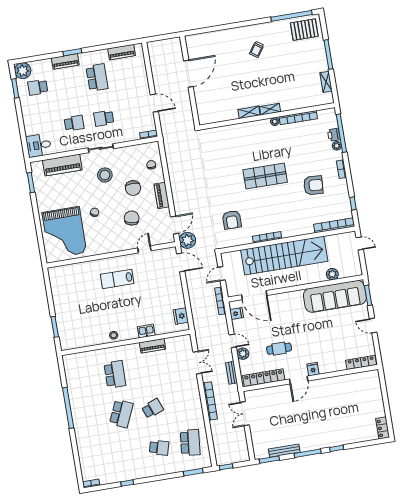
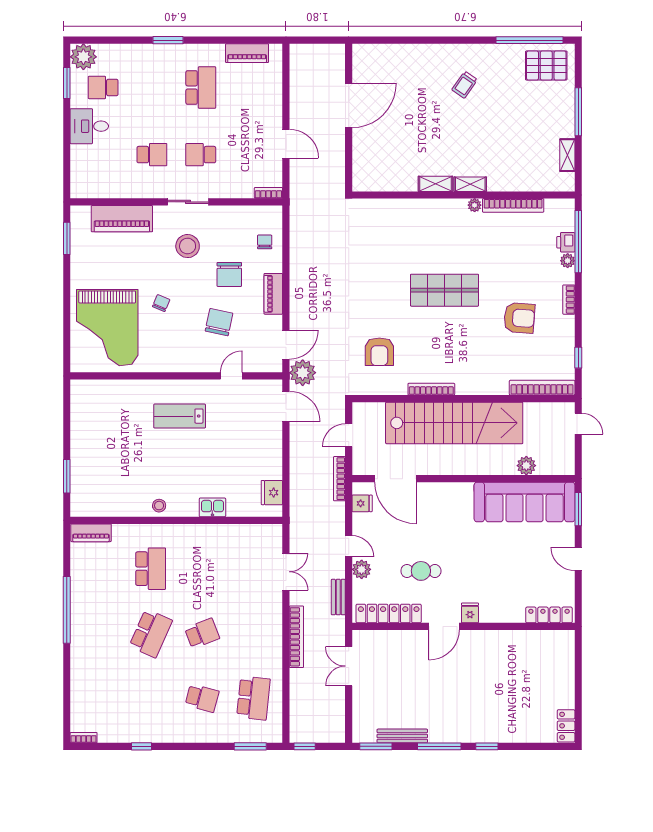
piano: (65, 61) -> (154, 53), removed
desk: (39, 145) -> (89, 126), moved
piano: (153, 346) -> (91, 533), moved

